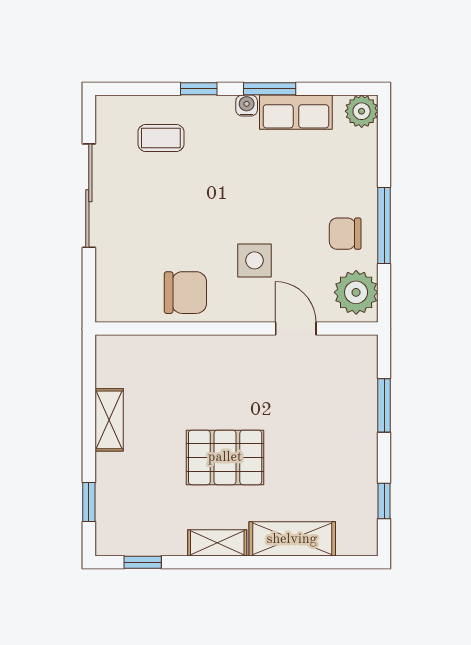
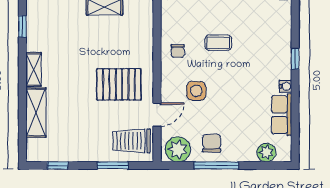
window: (270, 89) -> (295, 100), removed
plant: (362, 111) -> (266, 152), moved
coffee table: (161, 138) -> (218, 43), moved, turned 90
chair: (185, 293) -> (178, 51), width x0.54, depth x0.54
trolley: (341, 373) -> (131, 141), added
pallet: (225, 457) -> (119, 84), moved, turned 90

